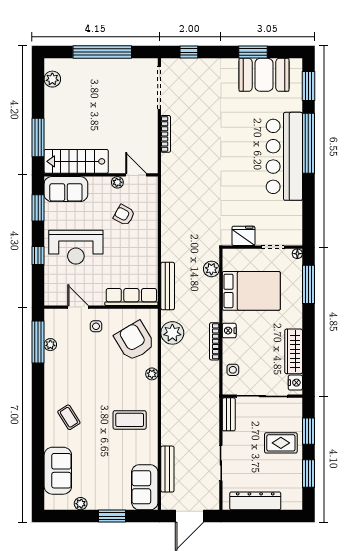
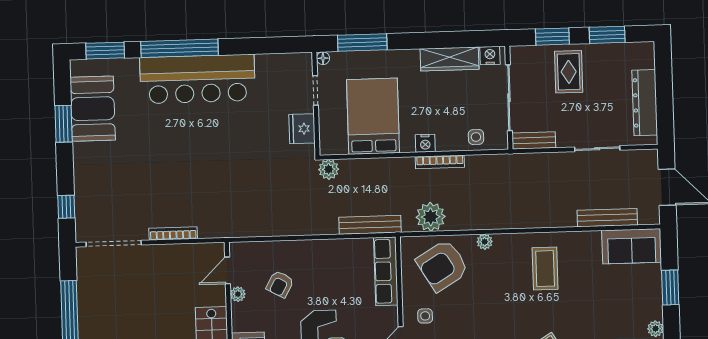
plant: (211, 269) -> (329, 169), moved

